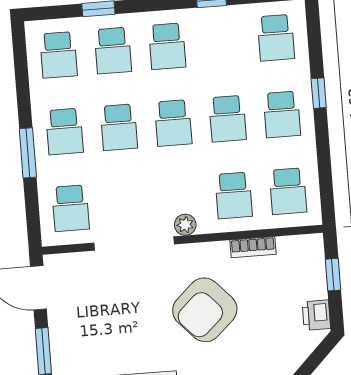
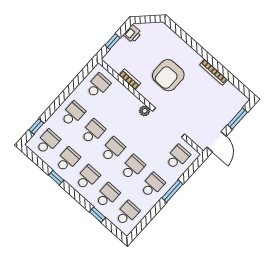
window: (319, 93) -> (36, 126), moved
school desk: (234, 195) -> (68, 160), moved
armchair: (205, 310) -> (168, 75), turned 133

